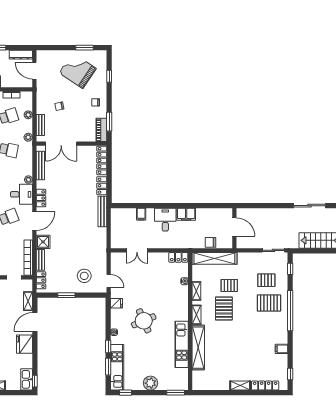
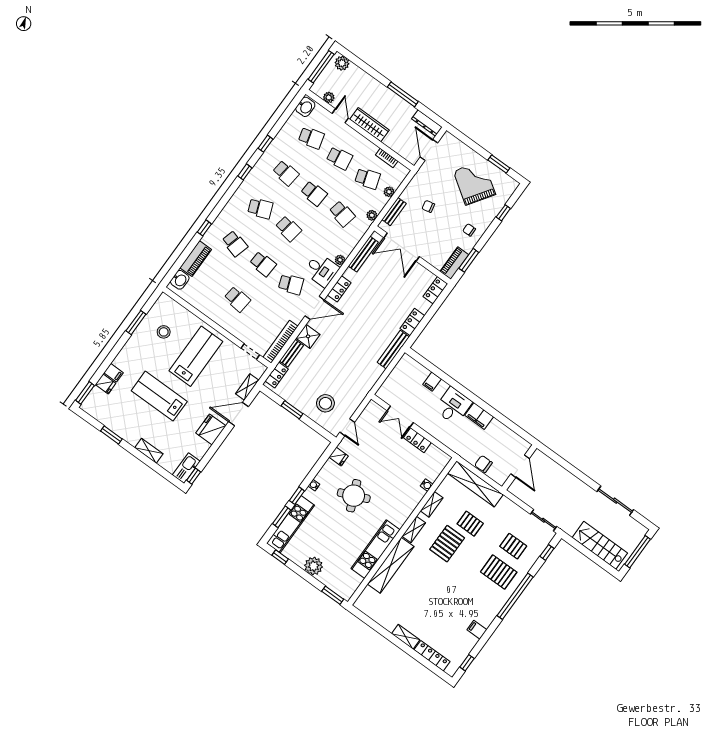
locker: (102, 160) -> (435, 290), width x0.66
locker: (178, 257) -> (417, 440), moved

